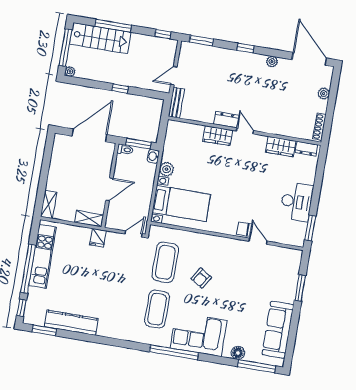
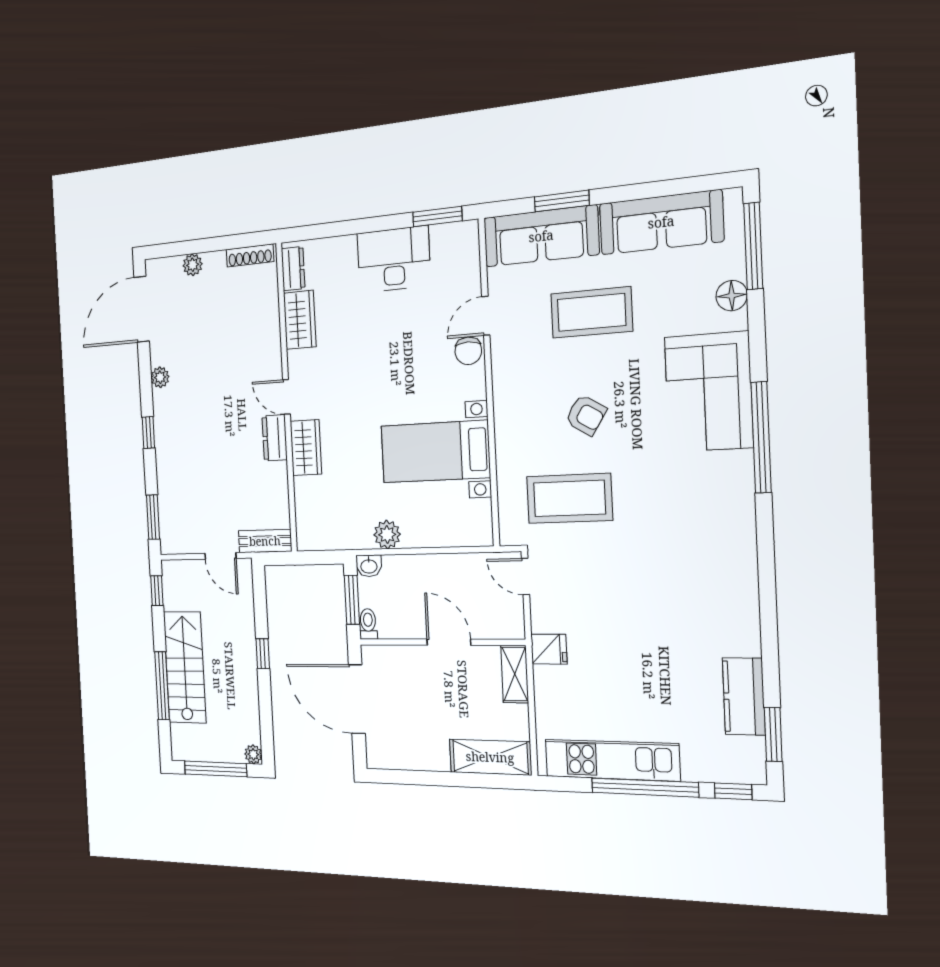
stairs: (100, 38) -> (185, 667), moved
door: (245, 131) -> (286, 397), hinge flipped
bed with nightstands: (181, 203) -> (435, 452), moved, turned -90
shelving: (49, 204) -> (490, 757), width x1.50, depth x1.33
sofa: (287, 275) -> (541, 236), added
coffee table: (157, 309) -> (591, 312), moved
kitchen counter: (71, 323) -> (744, 696), width x0.67

